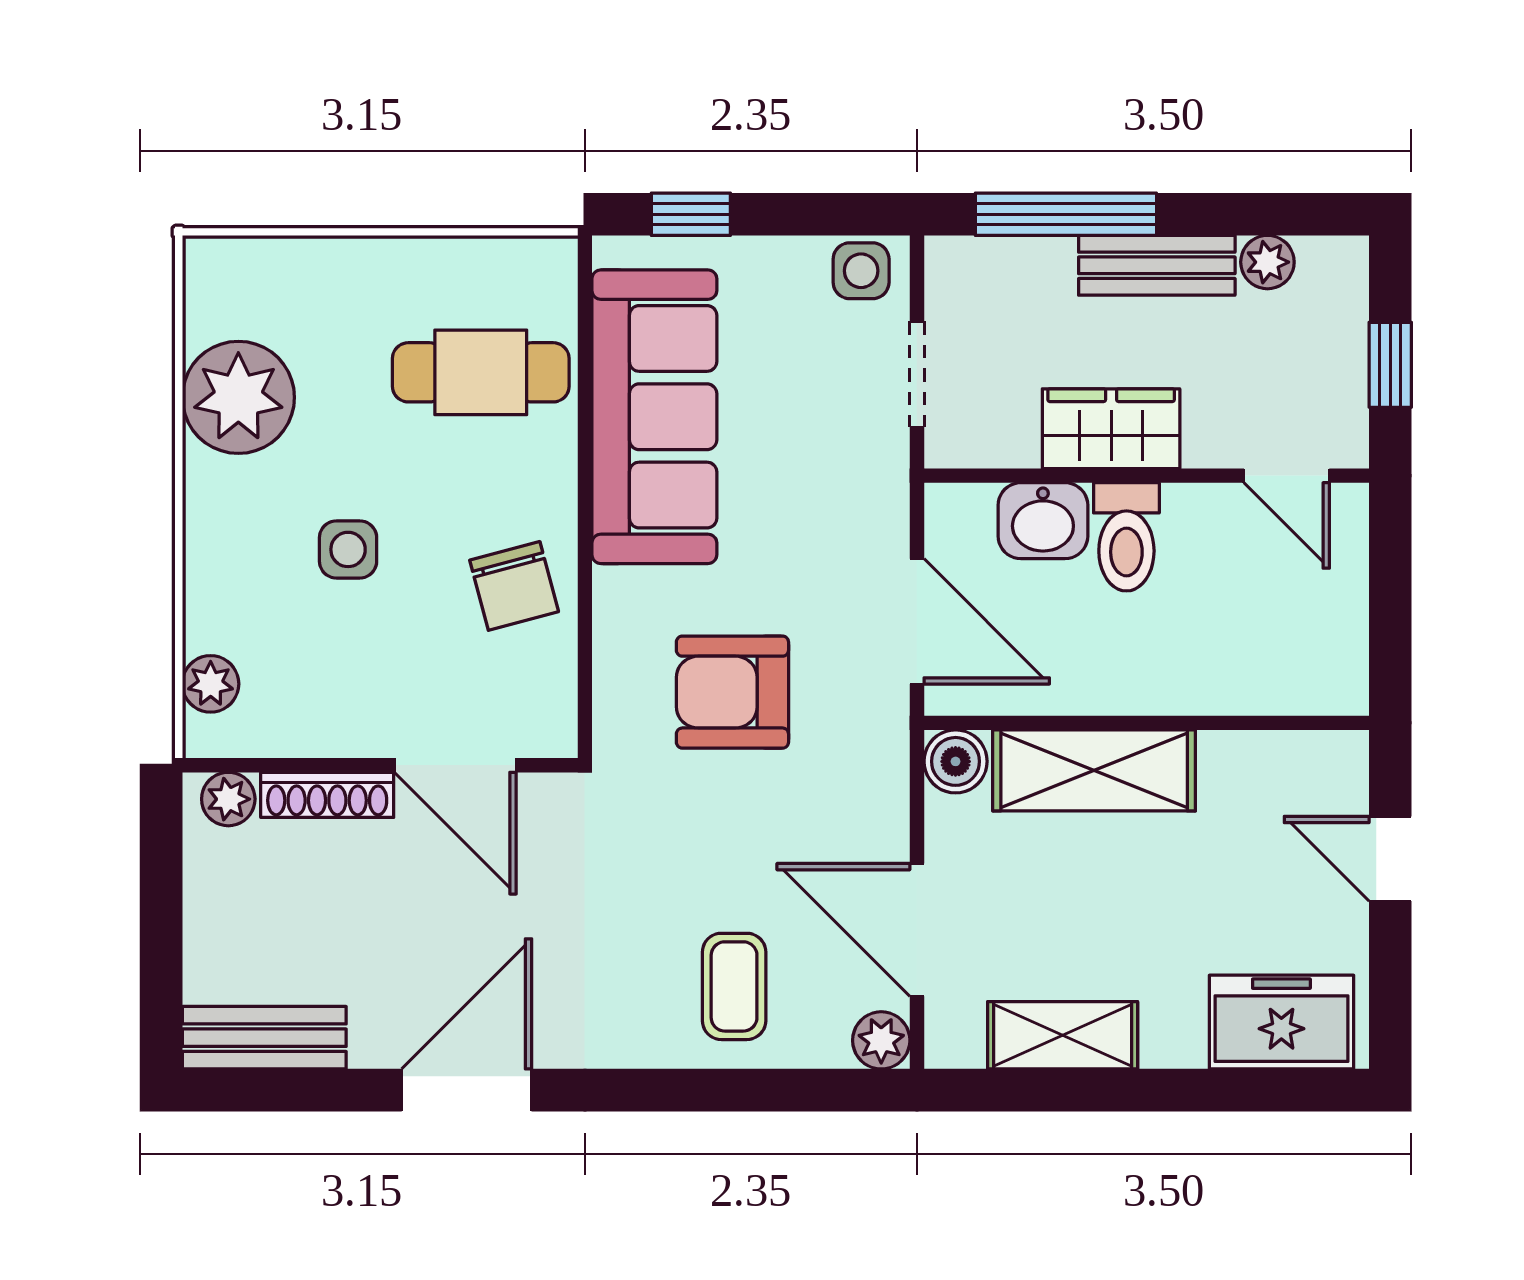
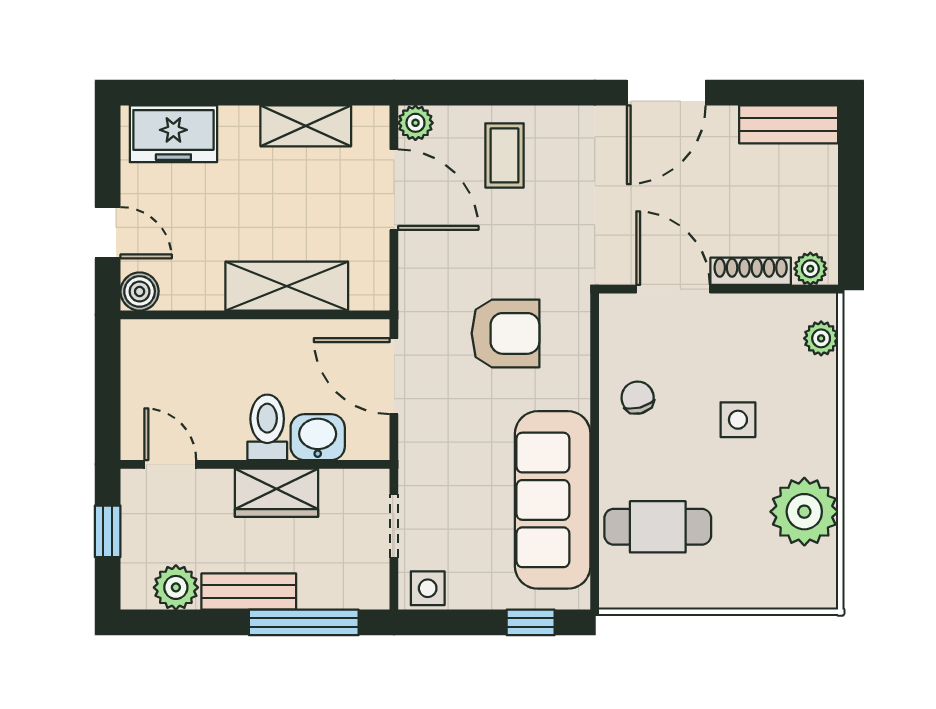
plant: (1267, 262) -> (176, 587), width x1.38, depth x1.38
chair: (514, 586) -> (638, 398), width x0.73, depth x0.73
boiler: (956, 761) -> (140, 291), moved

